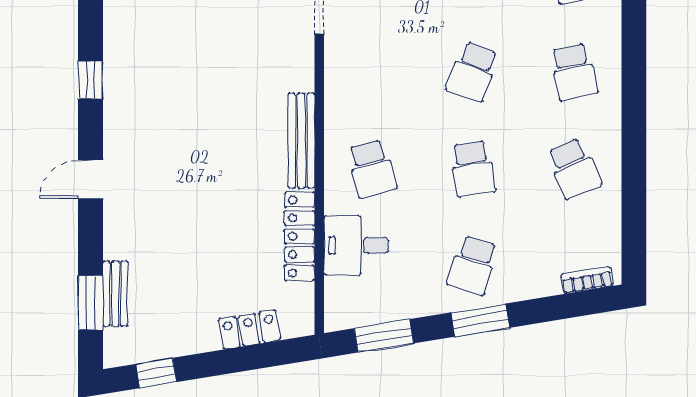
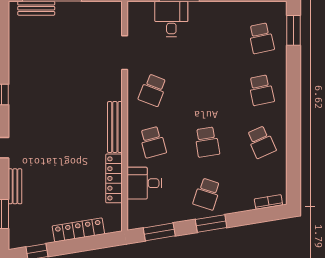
school desk: (473, 72) -> (153, 90), moved
bench: (115, 294) -> (15, 186), moved
locker: (249, 330) -> (78, 230), width x1.53

